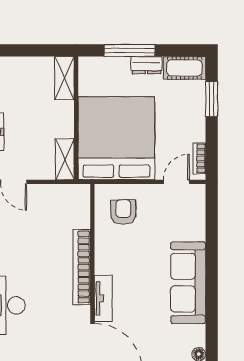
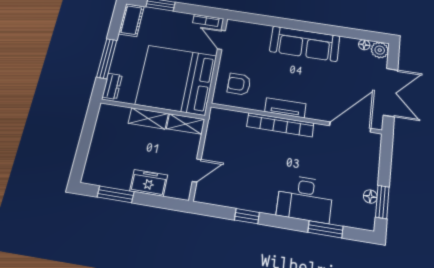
dresser: (146, 65) -> (112, 86), moved
shelving: (64, 78) -> (148, 118), moved
tv unit: (103, 299) -> (285, 108), moved

